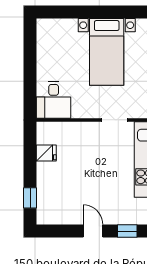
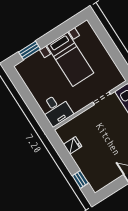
window: (67, 12) -> (30, 50), added

